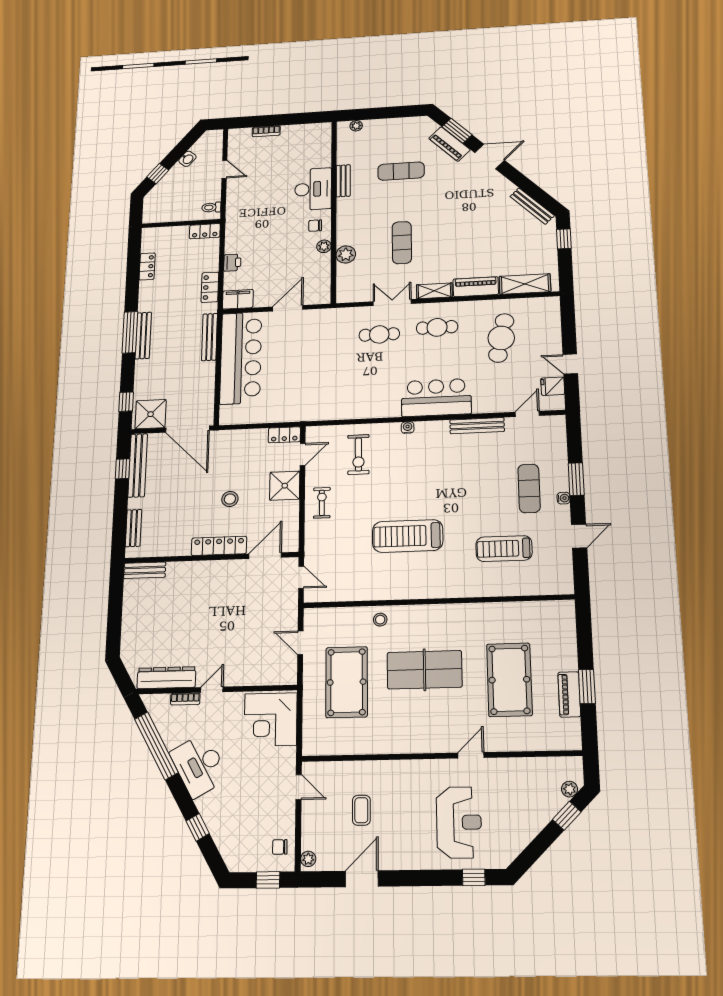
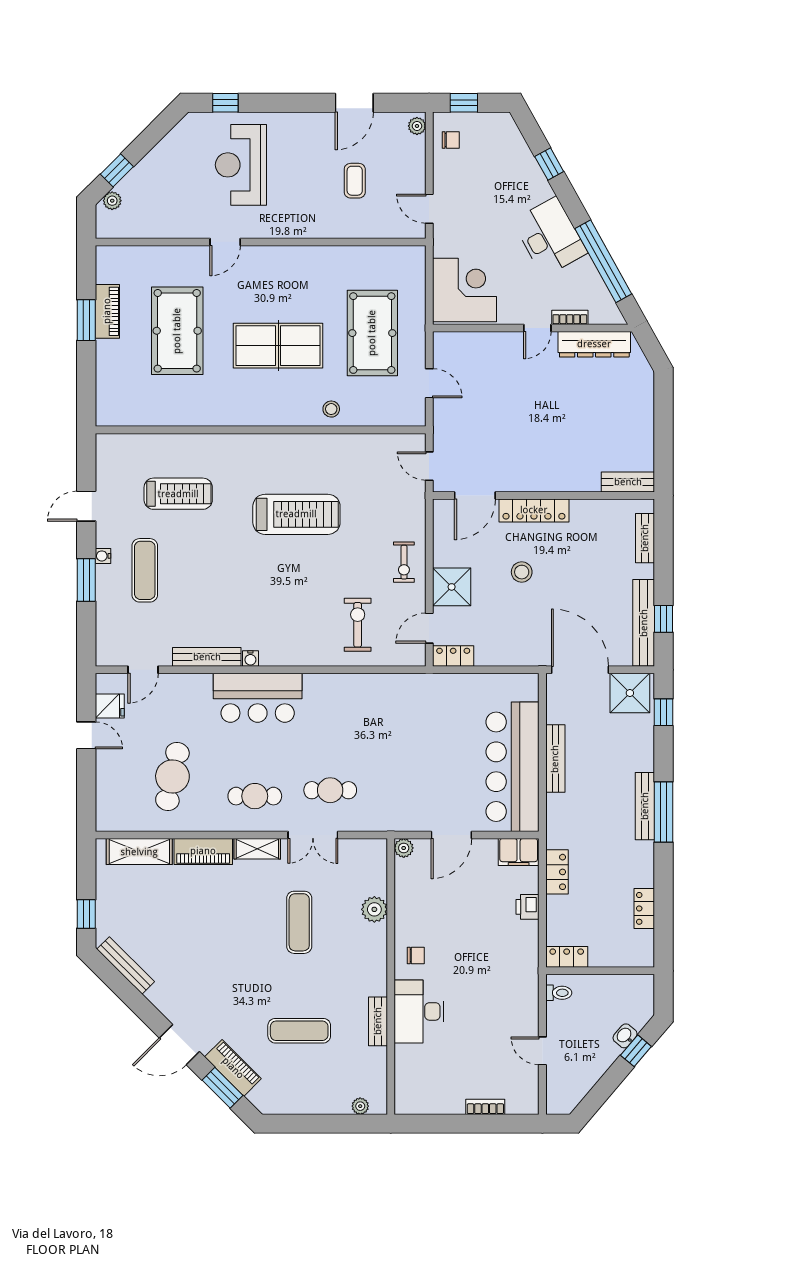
washbasin: (187, 159) -> (625, 1036), moved
plant: (324, 246) -> (404, 848), moved
bench: (209, 337) -> (555, 759), moved
water cooler: (408, 428) -> (250, 659), moved

